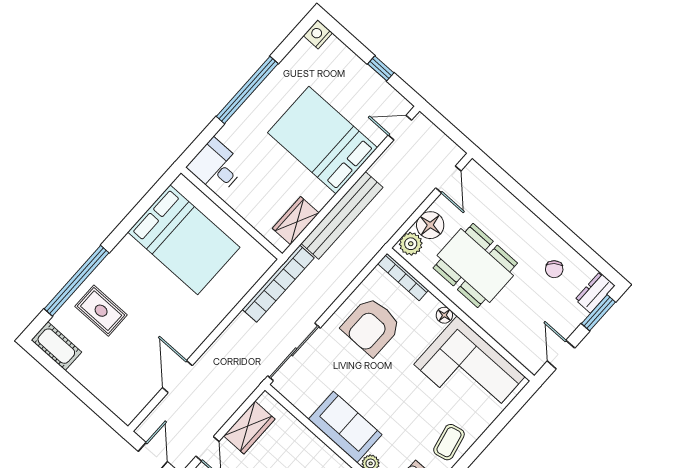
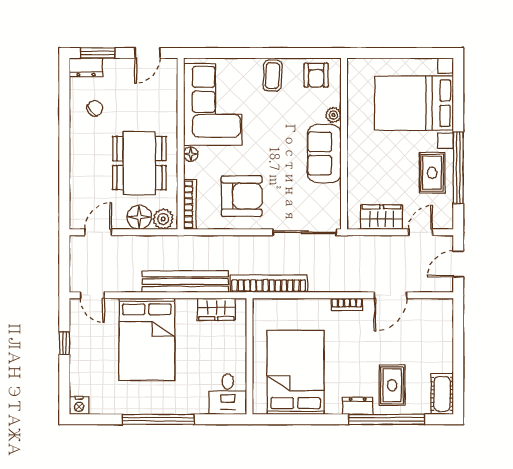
dresser: (110, 267) -> (358, 406), added
bookcase: (202, 333) -> (347, 304), added
coffee table: (449, 442) -> (273, 75), turned -74

